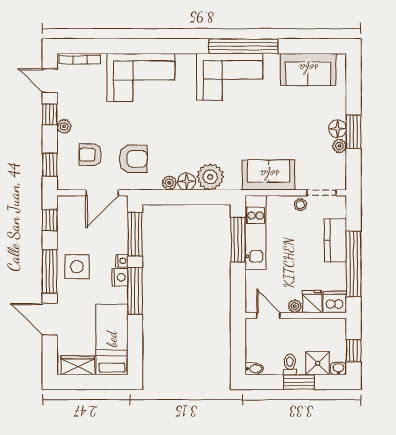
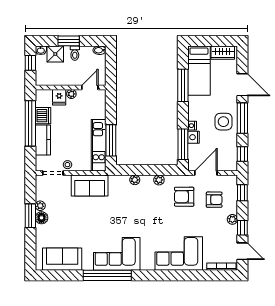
plant: (210, 177) -> (135, 180), width x0.53, depth x0.53
floor lamp: (187, 181) -> (147, 181), removed
nightstand: (120, 277) -> (193, 137), moved
window: (135, 291) -> (183, 85), moved
dishwasher: (335, 302) -> (43, 116), moved, turned -90
door: (268, 315) -> (90, 87), swing flipped

